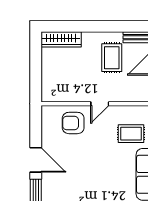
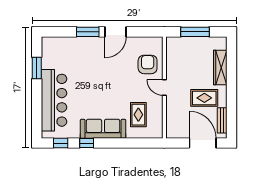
wardrobe: (61, 39) -> (220, 67), moved
window: (36, 68) -> (195, 32), added

